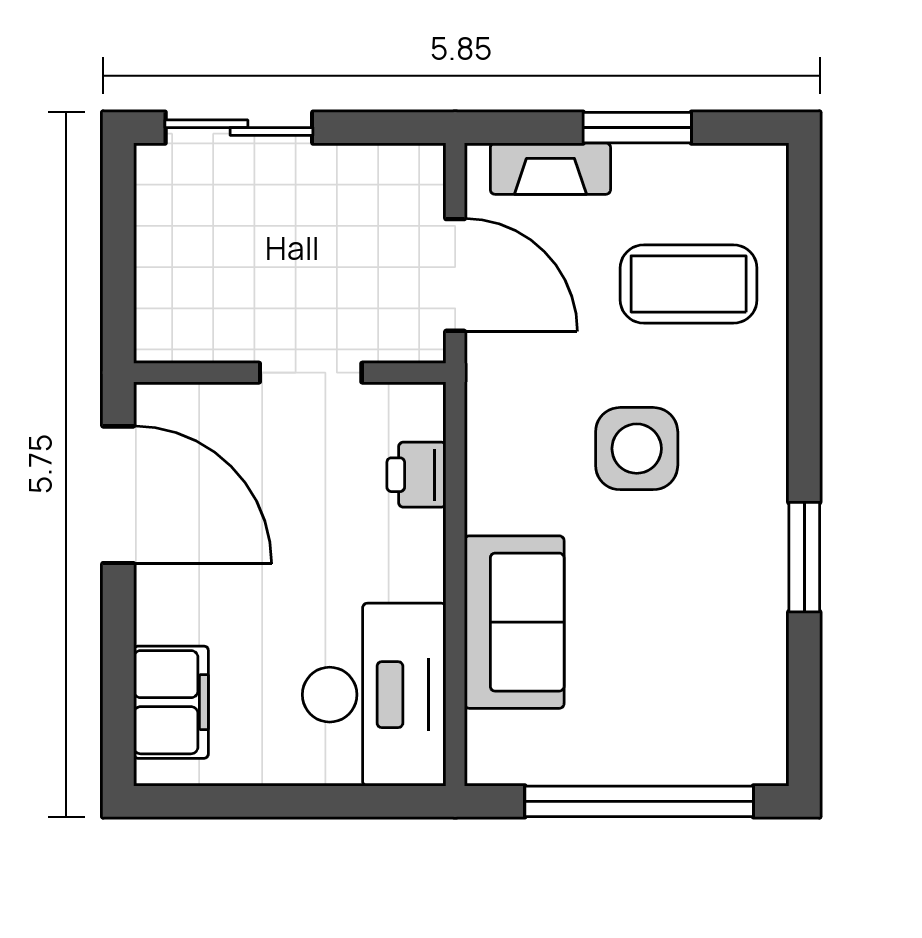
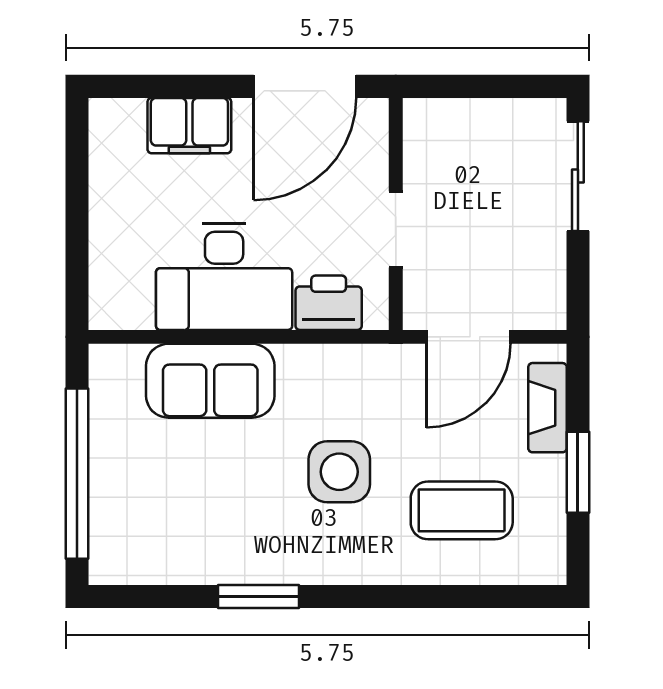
coffee table: (689, 284) -> (462, 510), turned 90
printer: (416, 475) -> (329, 303), width x1.36, depth x1.24
desk: (374, 695) -> (224, 277), moved
filing cabinet: (171, 702) -> (189, 126), moved

